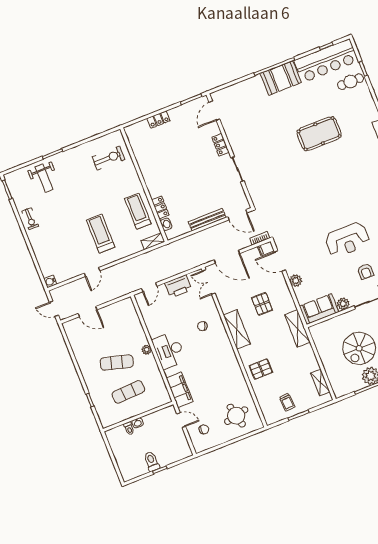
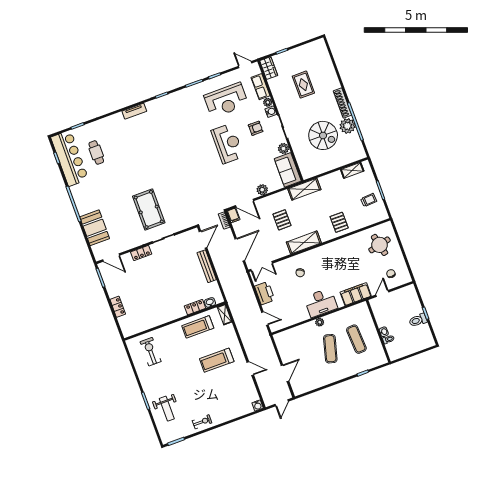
booth: (281, 78) -> (95, 228), moved
cafe table: (350, 82) -> (96, 152), moved
pool table: (319, 134) -> (149, 209), moved
weight bench: (44, 178) -> (167, 409), turned 90
door: (280, 261) -> (245, 203), hinge flipped
pallet: (262, 304) -> (282, 220), turned 90

